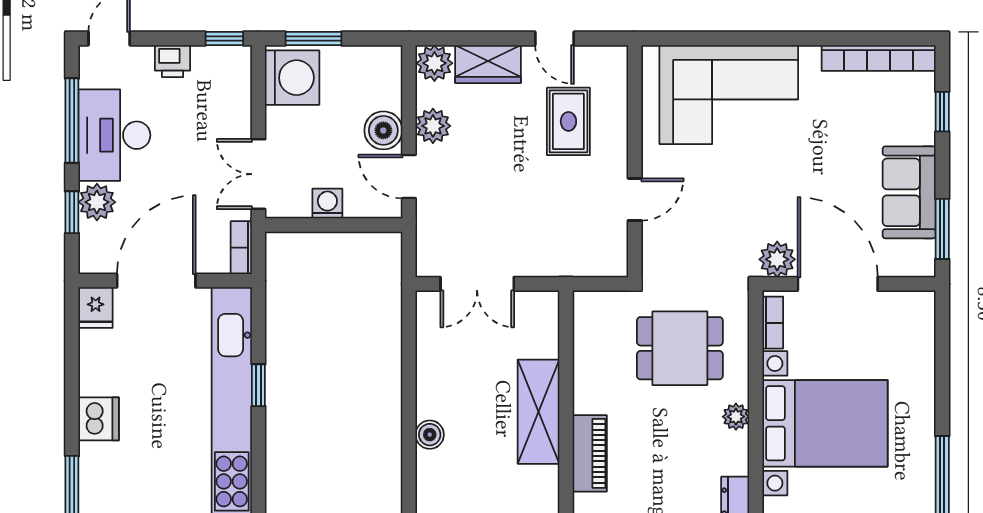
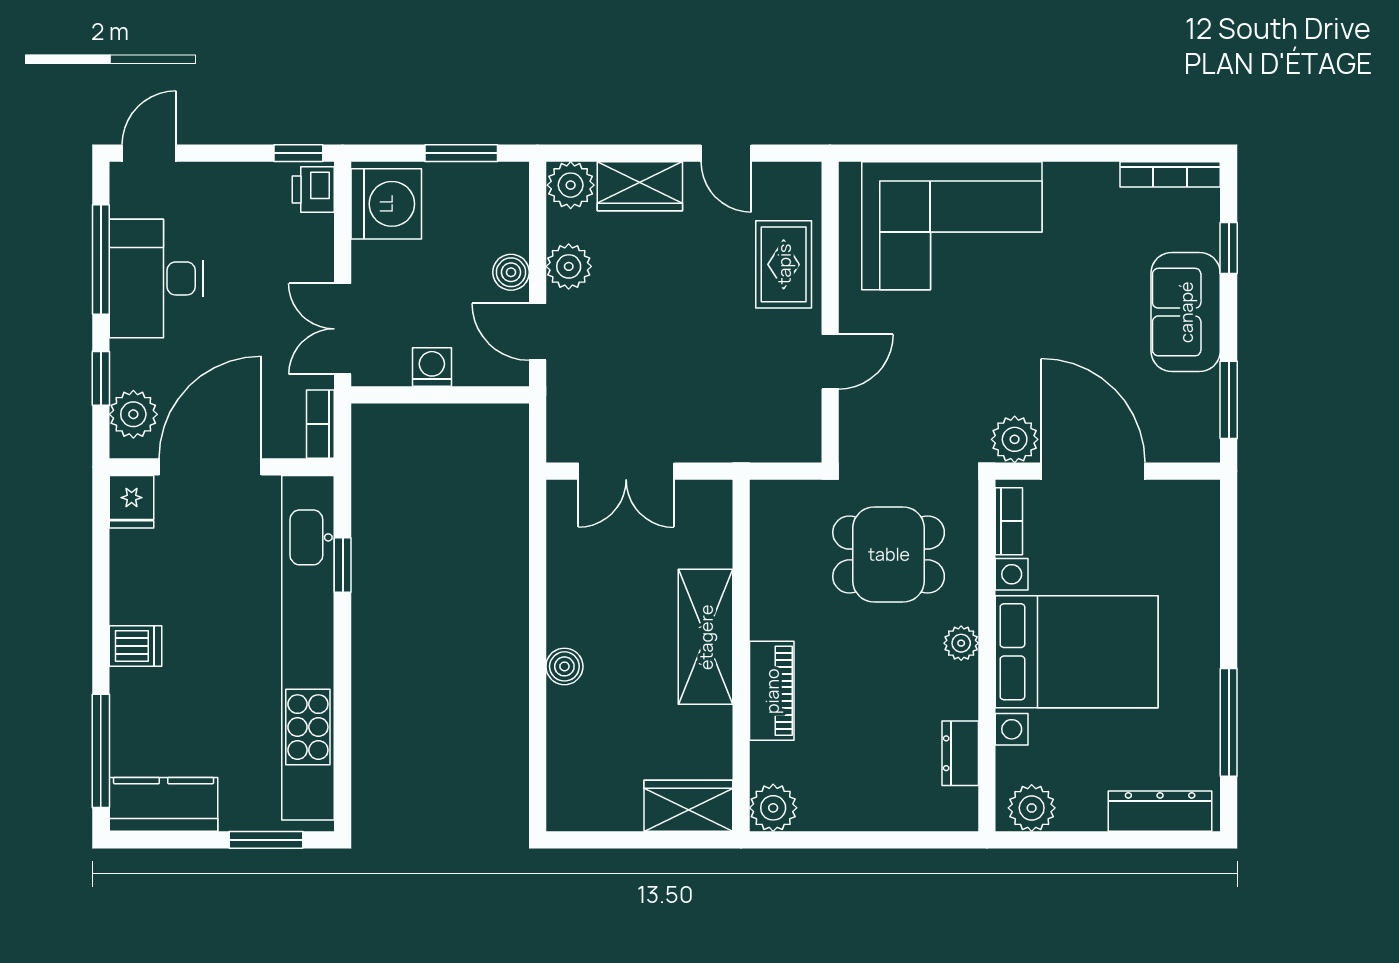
window: (313, 38) -> (461, 153), moved
bookcase: (879, 58) -> (1170, 174), width x0.68, depth x0.76
printer: (173, 61) -> (313, 189), moved, turned 90
rug: (568, 121) -> (784, 264), moved
boiler: (383, 130) -> (511, 272), width x0.73, depth x0.73
sofa: (909, 192) -> (1186, 312), moved
plant: (97, 202) -> (133, 414), moved
window: (258, 385) -> (343, 565), moved
dishwasher: (99, 419) -> (136, 646), width x0.73

